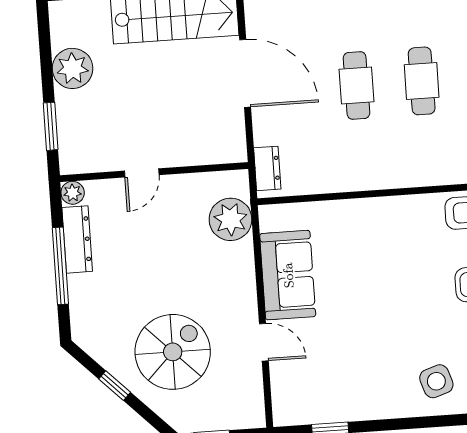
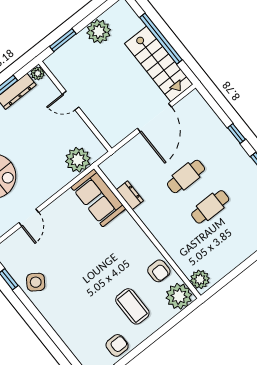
dresser: (267, 168) -> (130, 195), moved, turned -90
sofa: (288, 275) -> (98, 198), moved, turned 90
side table: (436, 381) -> (36, 282), moved, turned -38

